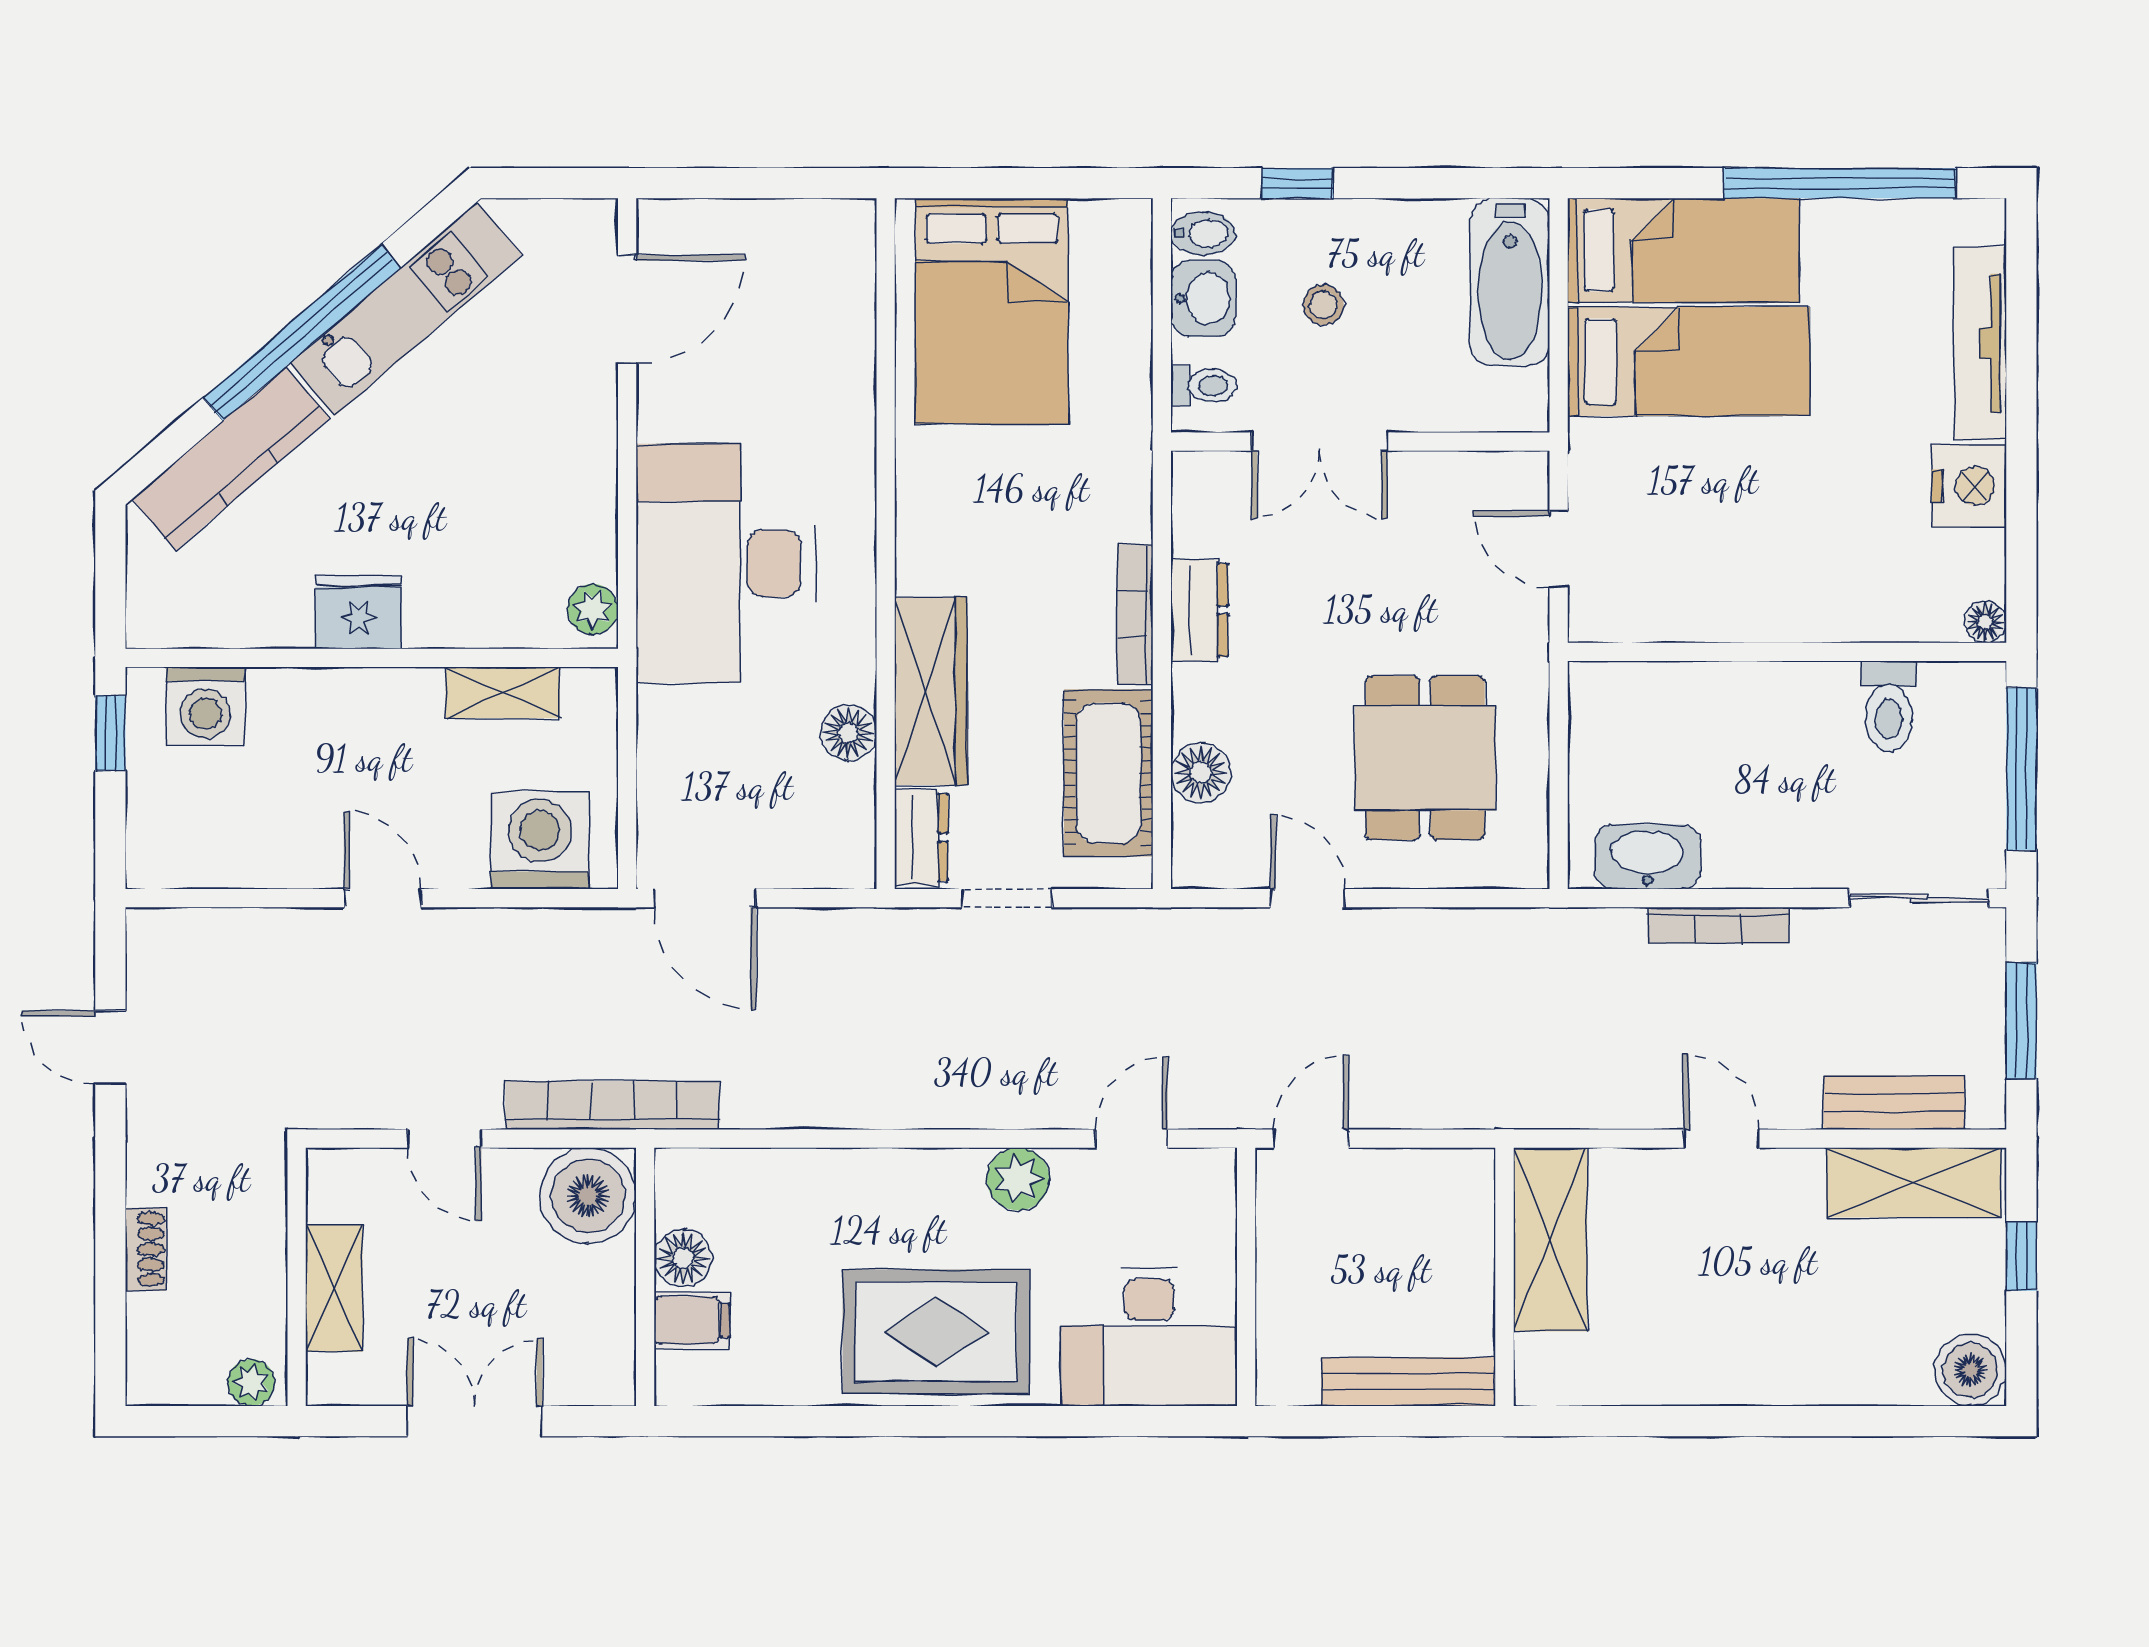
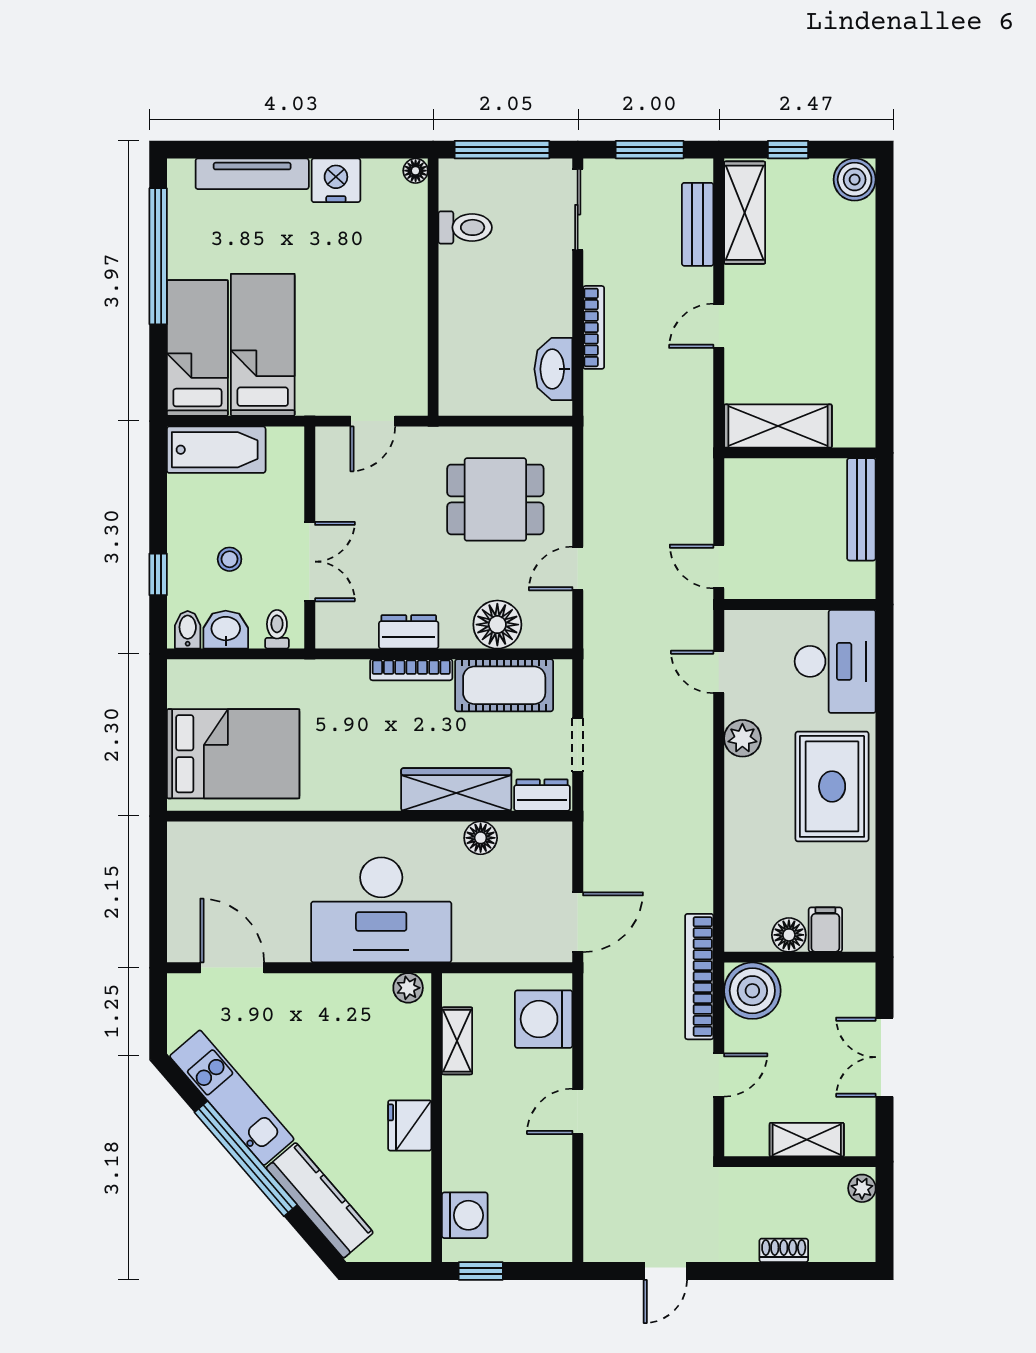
floor lamp: (1201, 772) -> (497, 625), width x1.38, depth x1.38

